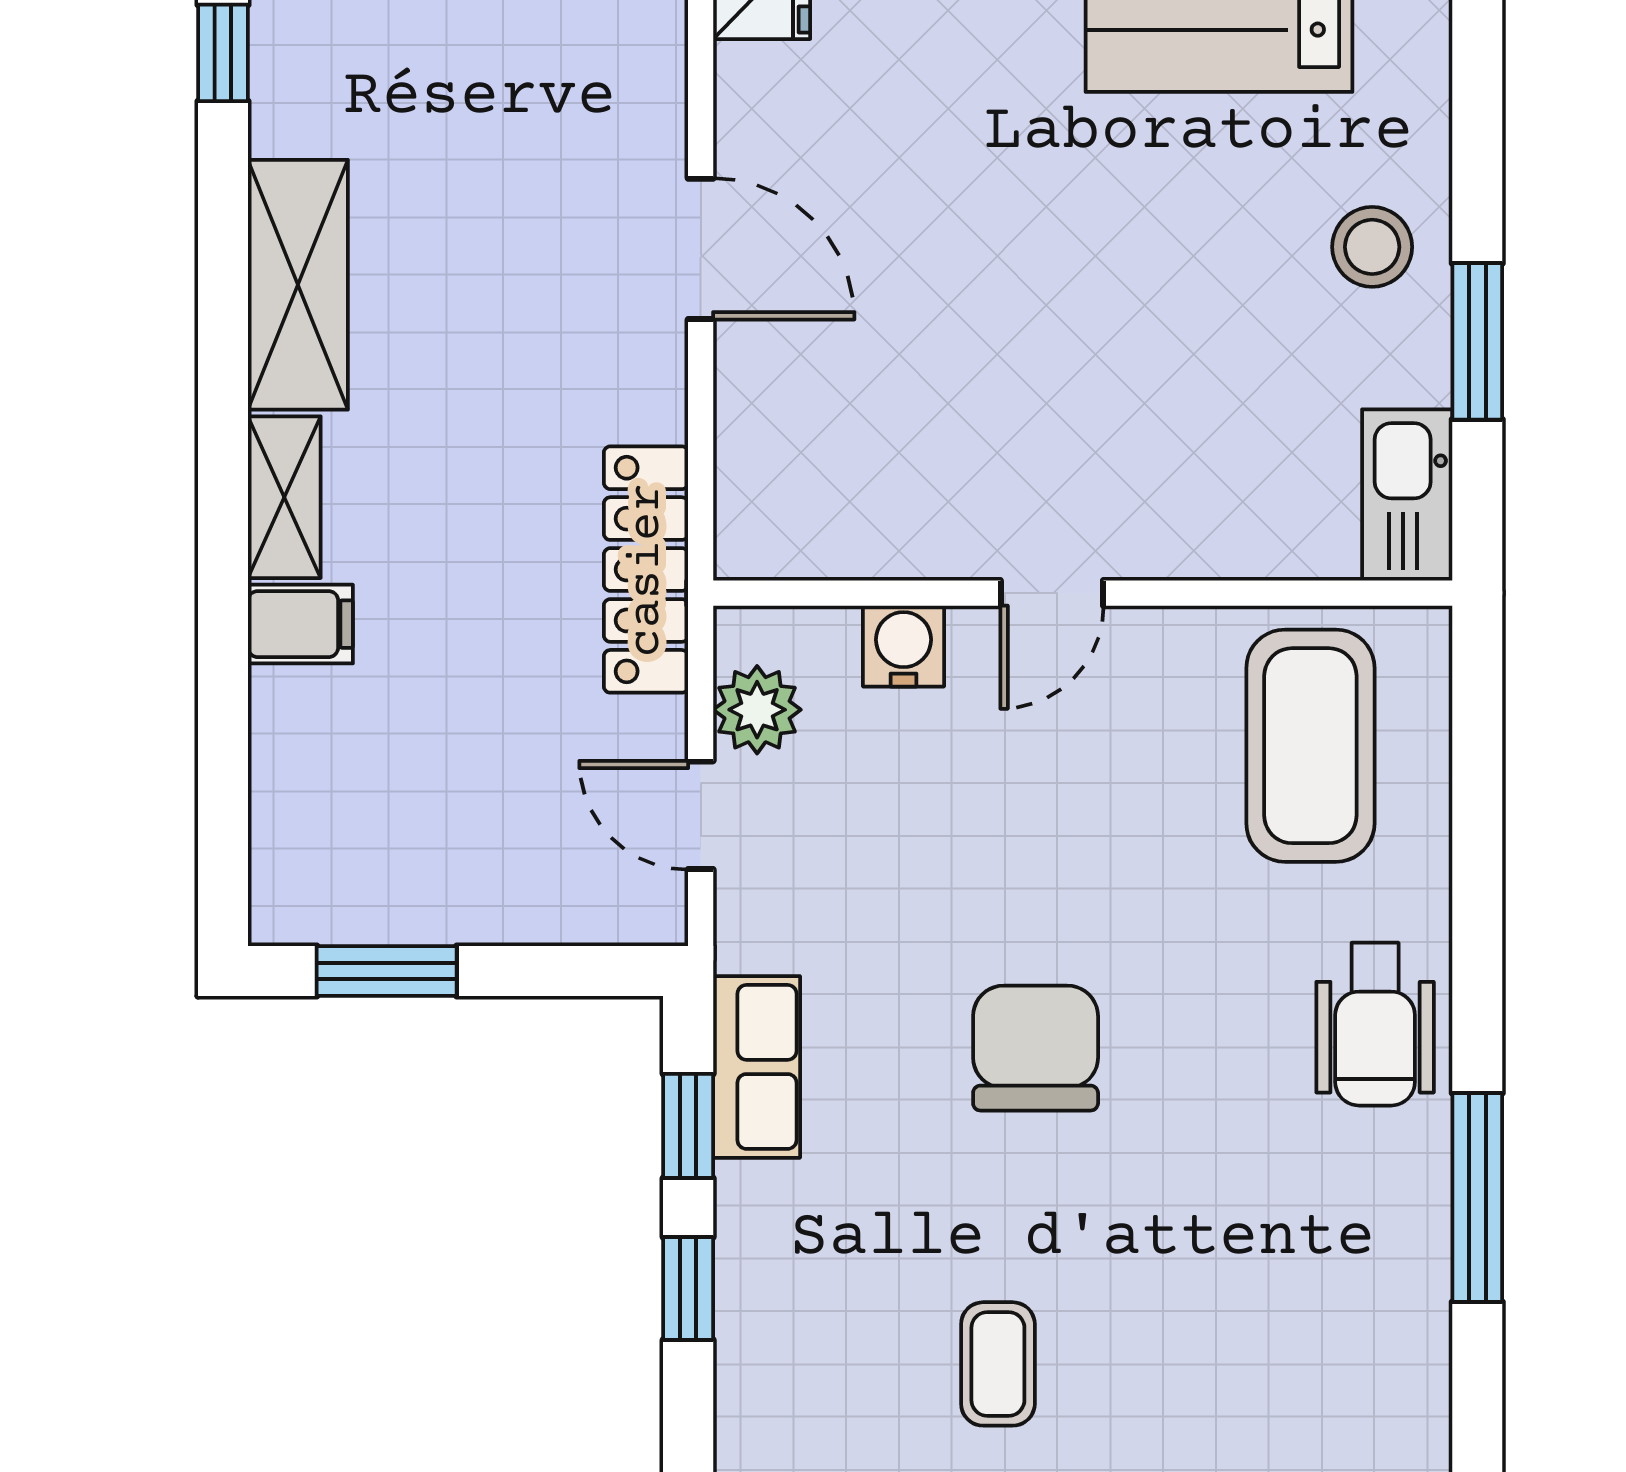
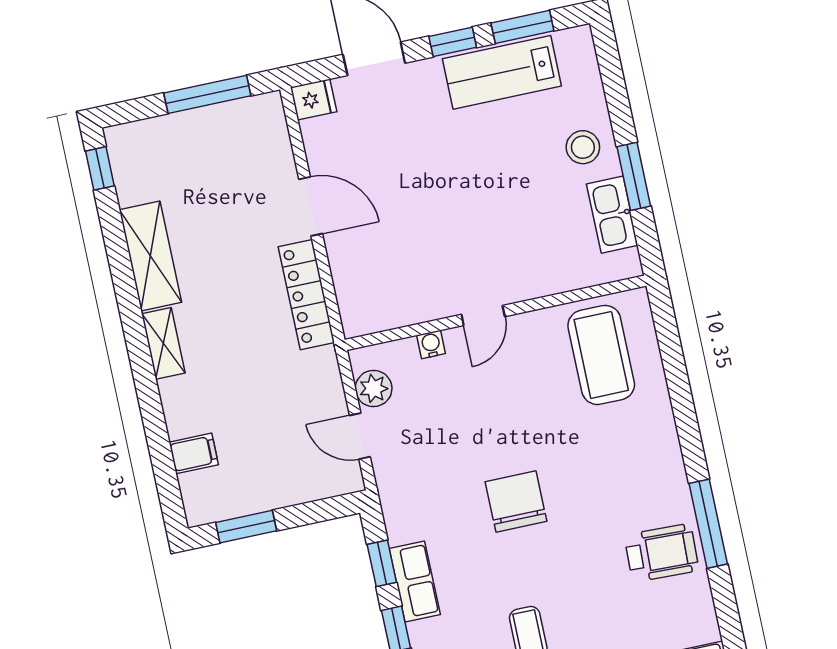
kitchen sink: (1407, 495) -> (612, 215), moved
locker: (646, 570) -> (306, 295), moved
filing cabinet: (300, 624) -> (194, 453), moved
water cooler: (904, 646) -> (431, 344), width x0.72, depth x0.72
wheelchair: (1375, 1024) -> (662, 553), moved, turned -88
row of seats: (757, 1067) -> (415, 581), moved

